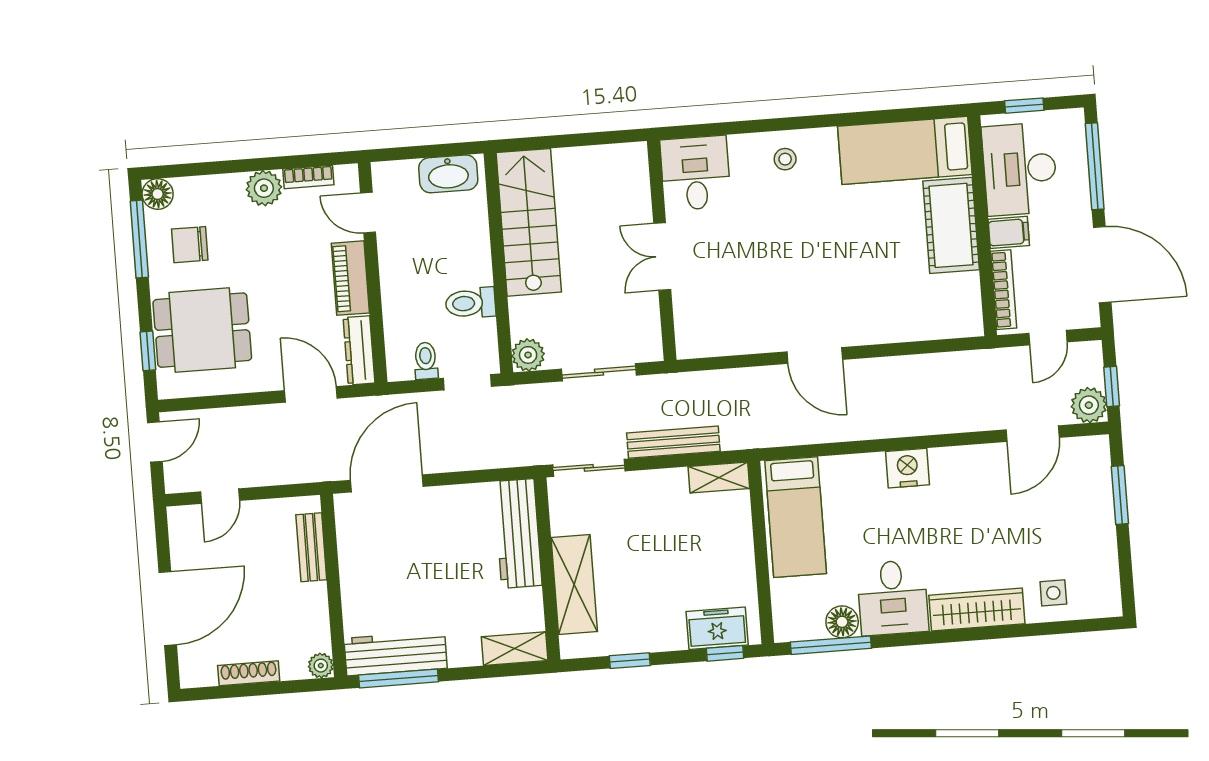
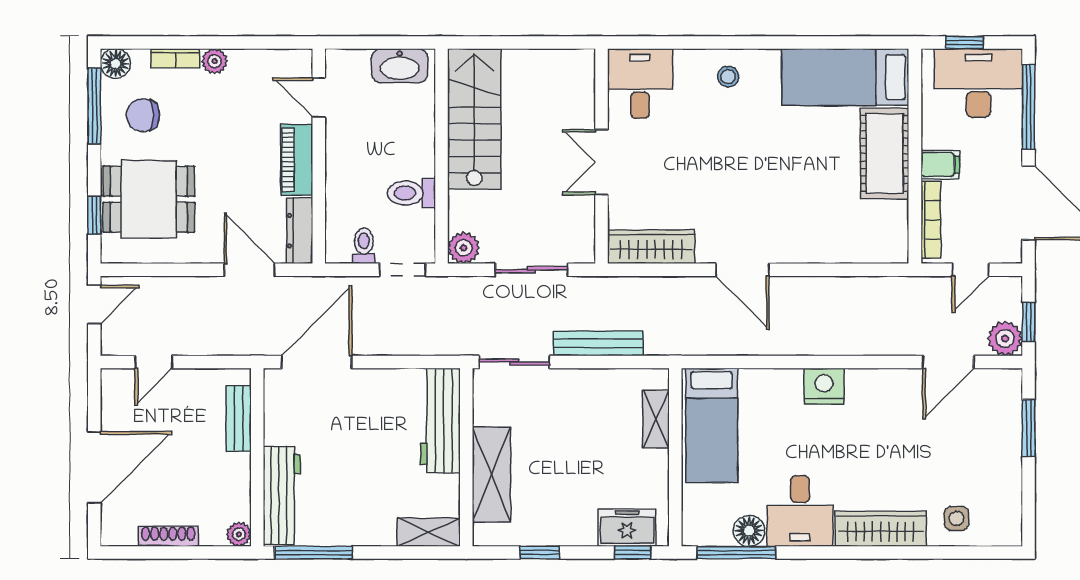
desk: (1020, 169) -> (978, 83), moved, turned 90
bookcase: (308, 177) -> (175, 58), moved
plant: (264, 188) -> (215, 61), width x0.73, depth x0.73
wardrobe: (720, 339) -> (651, 247), added
shelving: (719, 478) -> (656, 419), moved, turned 90
workbench: (396, 653) -> (282, 495), moved, turned 90

